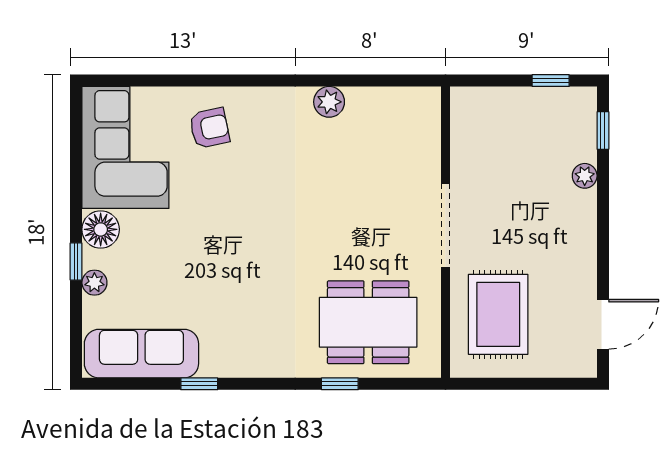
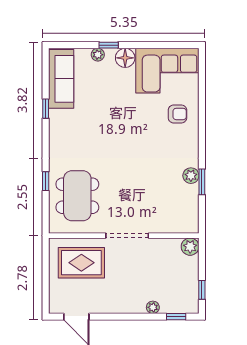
window: (341, 81) -> (202, 182), added
plant: (467, 103) -> (190, 247), added
armchair: (209, 128) -> (177, 114), turned -78

